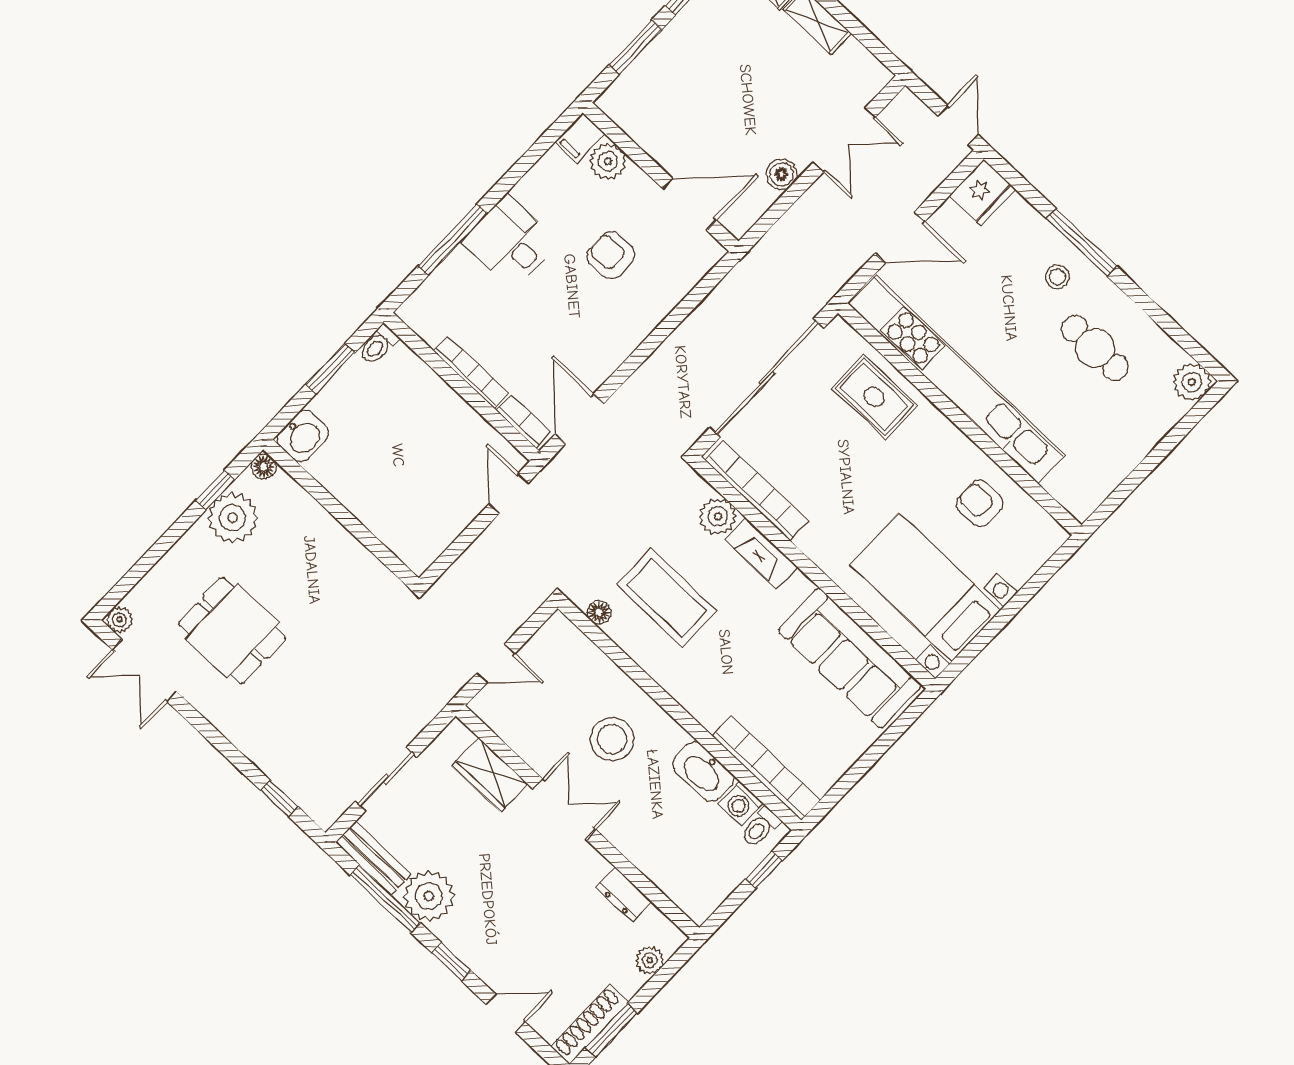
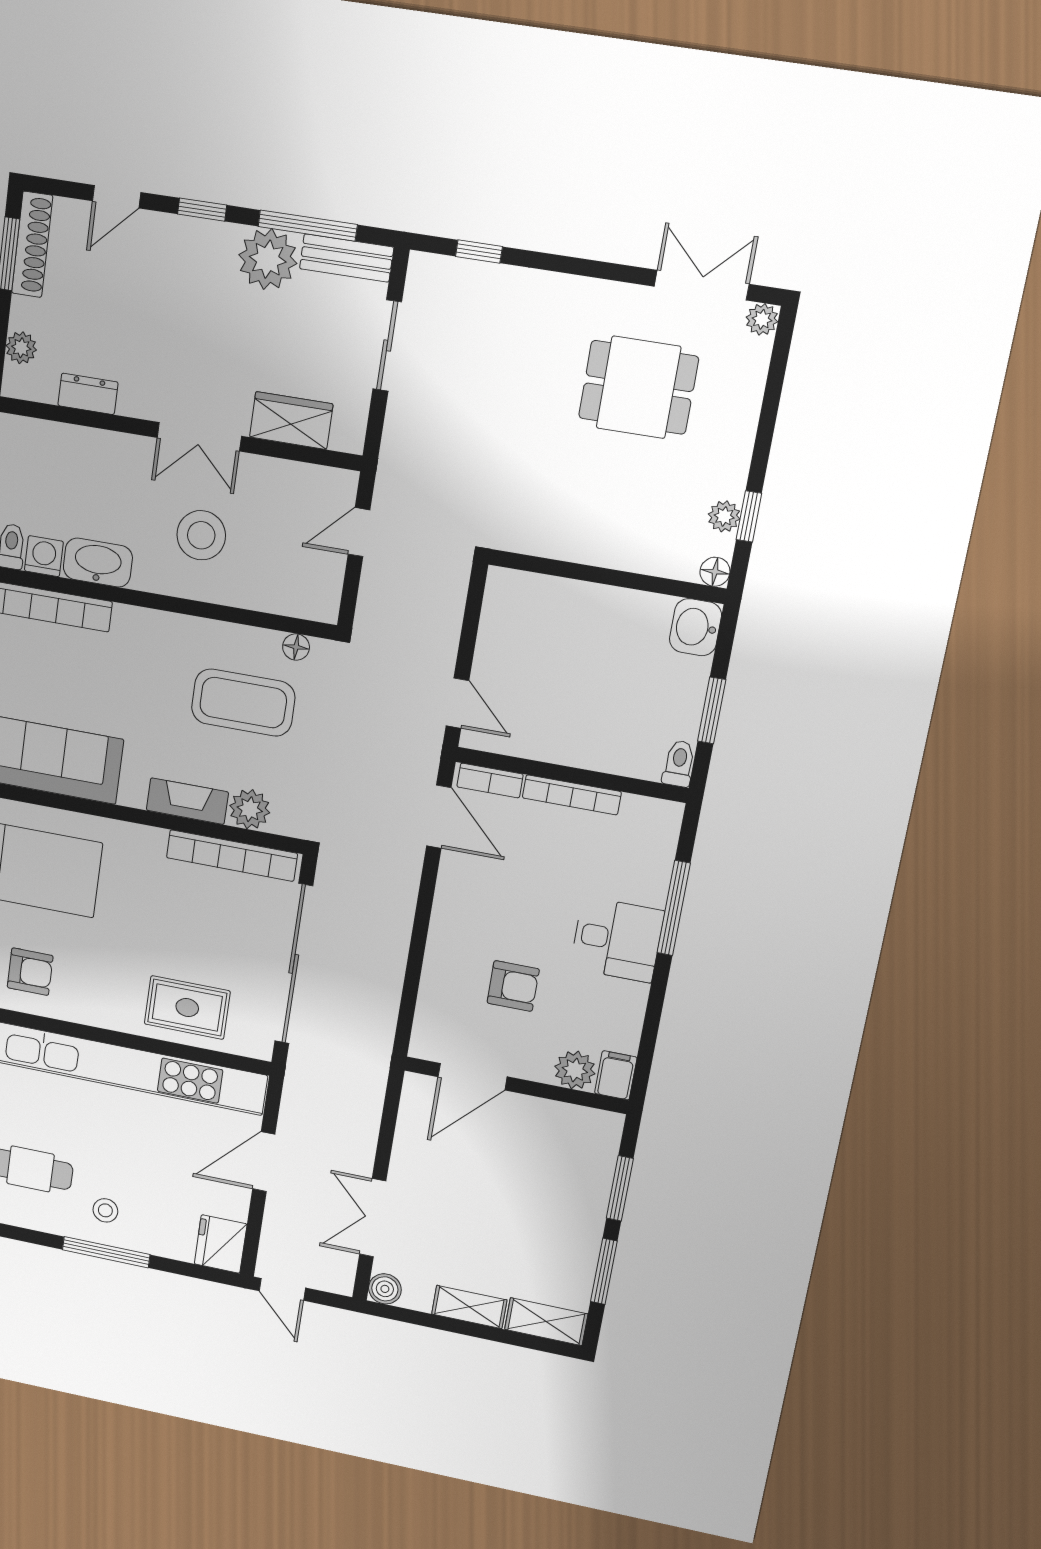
boiler: (782, 174) -> (385, 1289), moved
plant: (233, 518) -> (724, 516), width x0.53, depth x0.53

